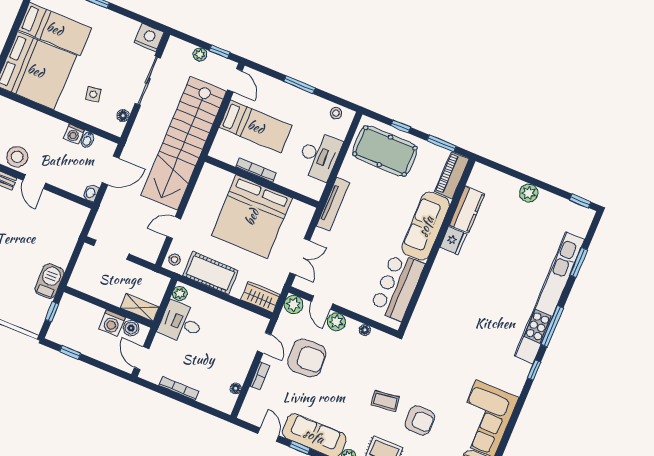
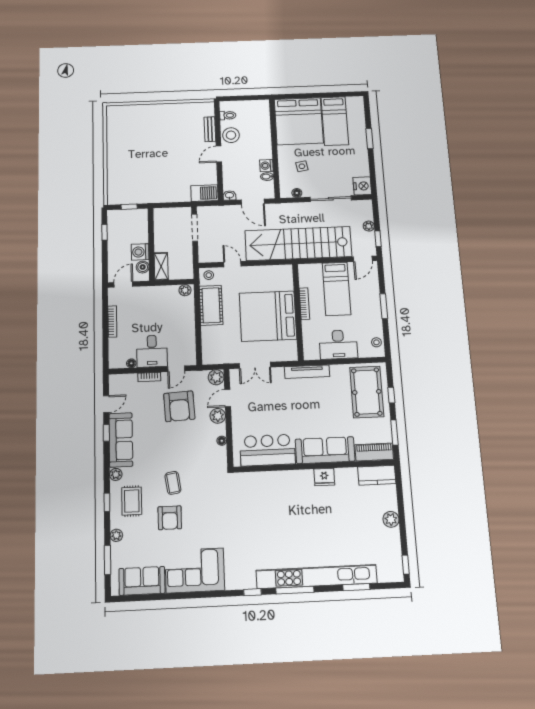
kitchen counter: (467, 210) -> (377, 475), moved
barbecue: (49, 281) -> (204, 193), moved
wardrobe: (260, 297) -> (210, 350), removed
desk: (181, 323) -> (152, 351), moved, turned 180

